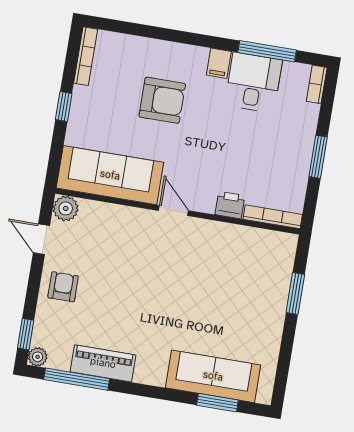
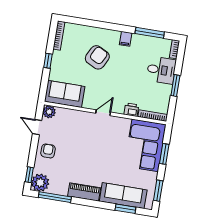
desk: (253, 83) -> (161, 70), moved, turned 90
armchair: (162, 100) -> (97, 57), turned -63
sofa: (110, 175) -> (65, 94), width x0.73
door: (173, 211) -> (103, 113), hinge flipped
corner sofa: (257, 276) -> (145, 145), added
plant: (38, 357) -> (40, 183), width x1.87, depth x1.87
piano: (103, 363) -> (84, 192), moved
window: (283, 367) -> (158, 191), added

